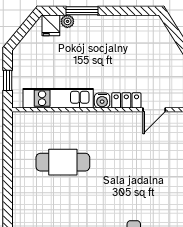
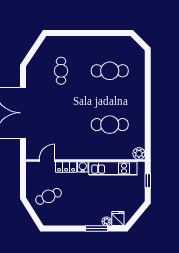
cafe table: (152, 58) -> (49, 196), added
plant: (20, 120) -> (139, 154), added

